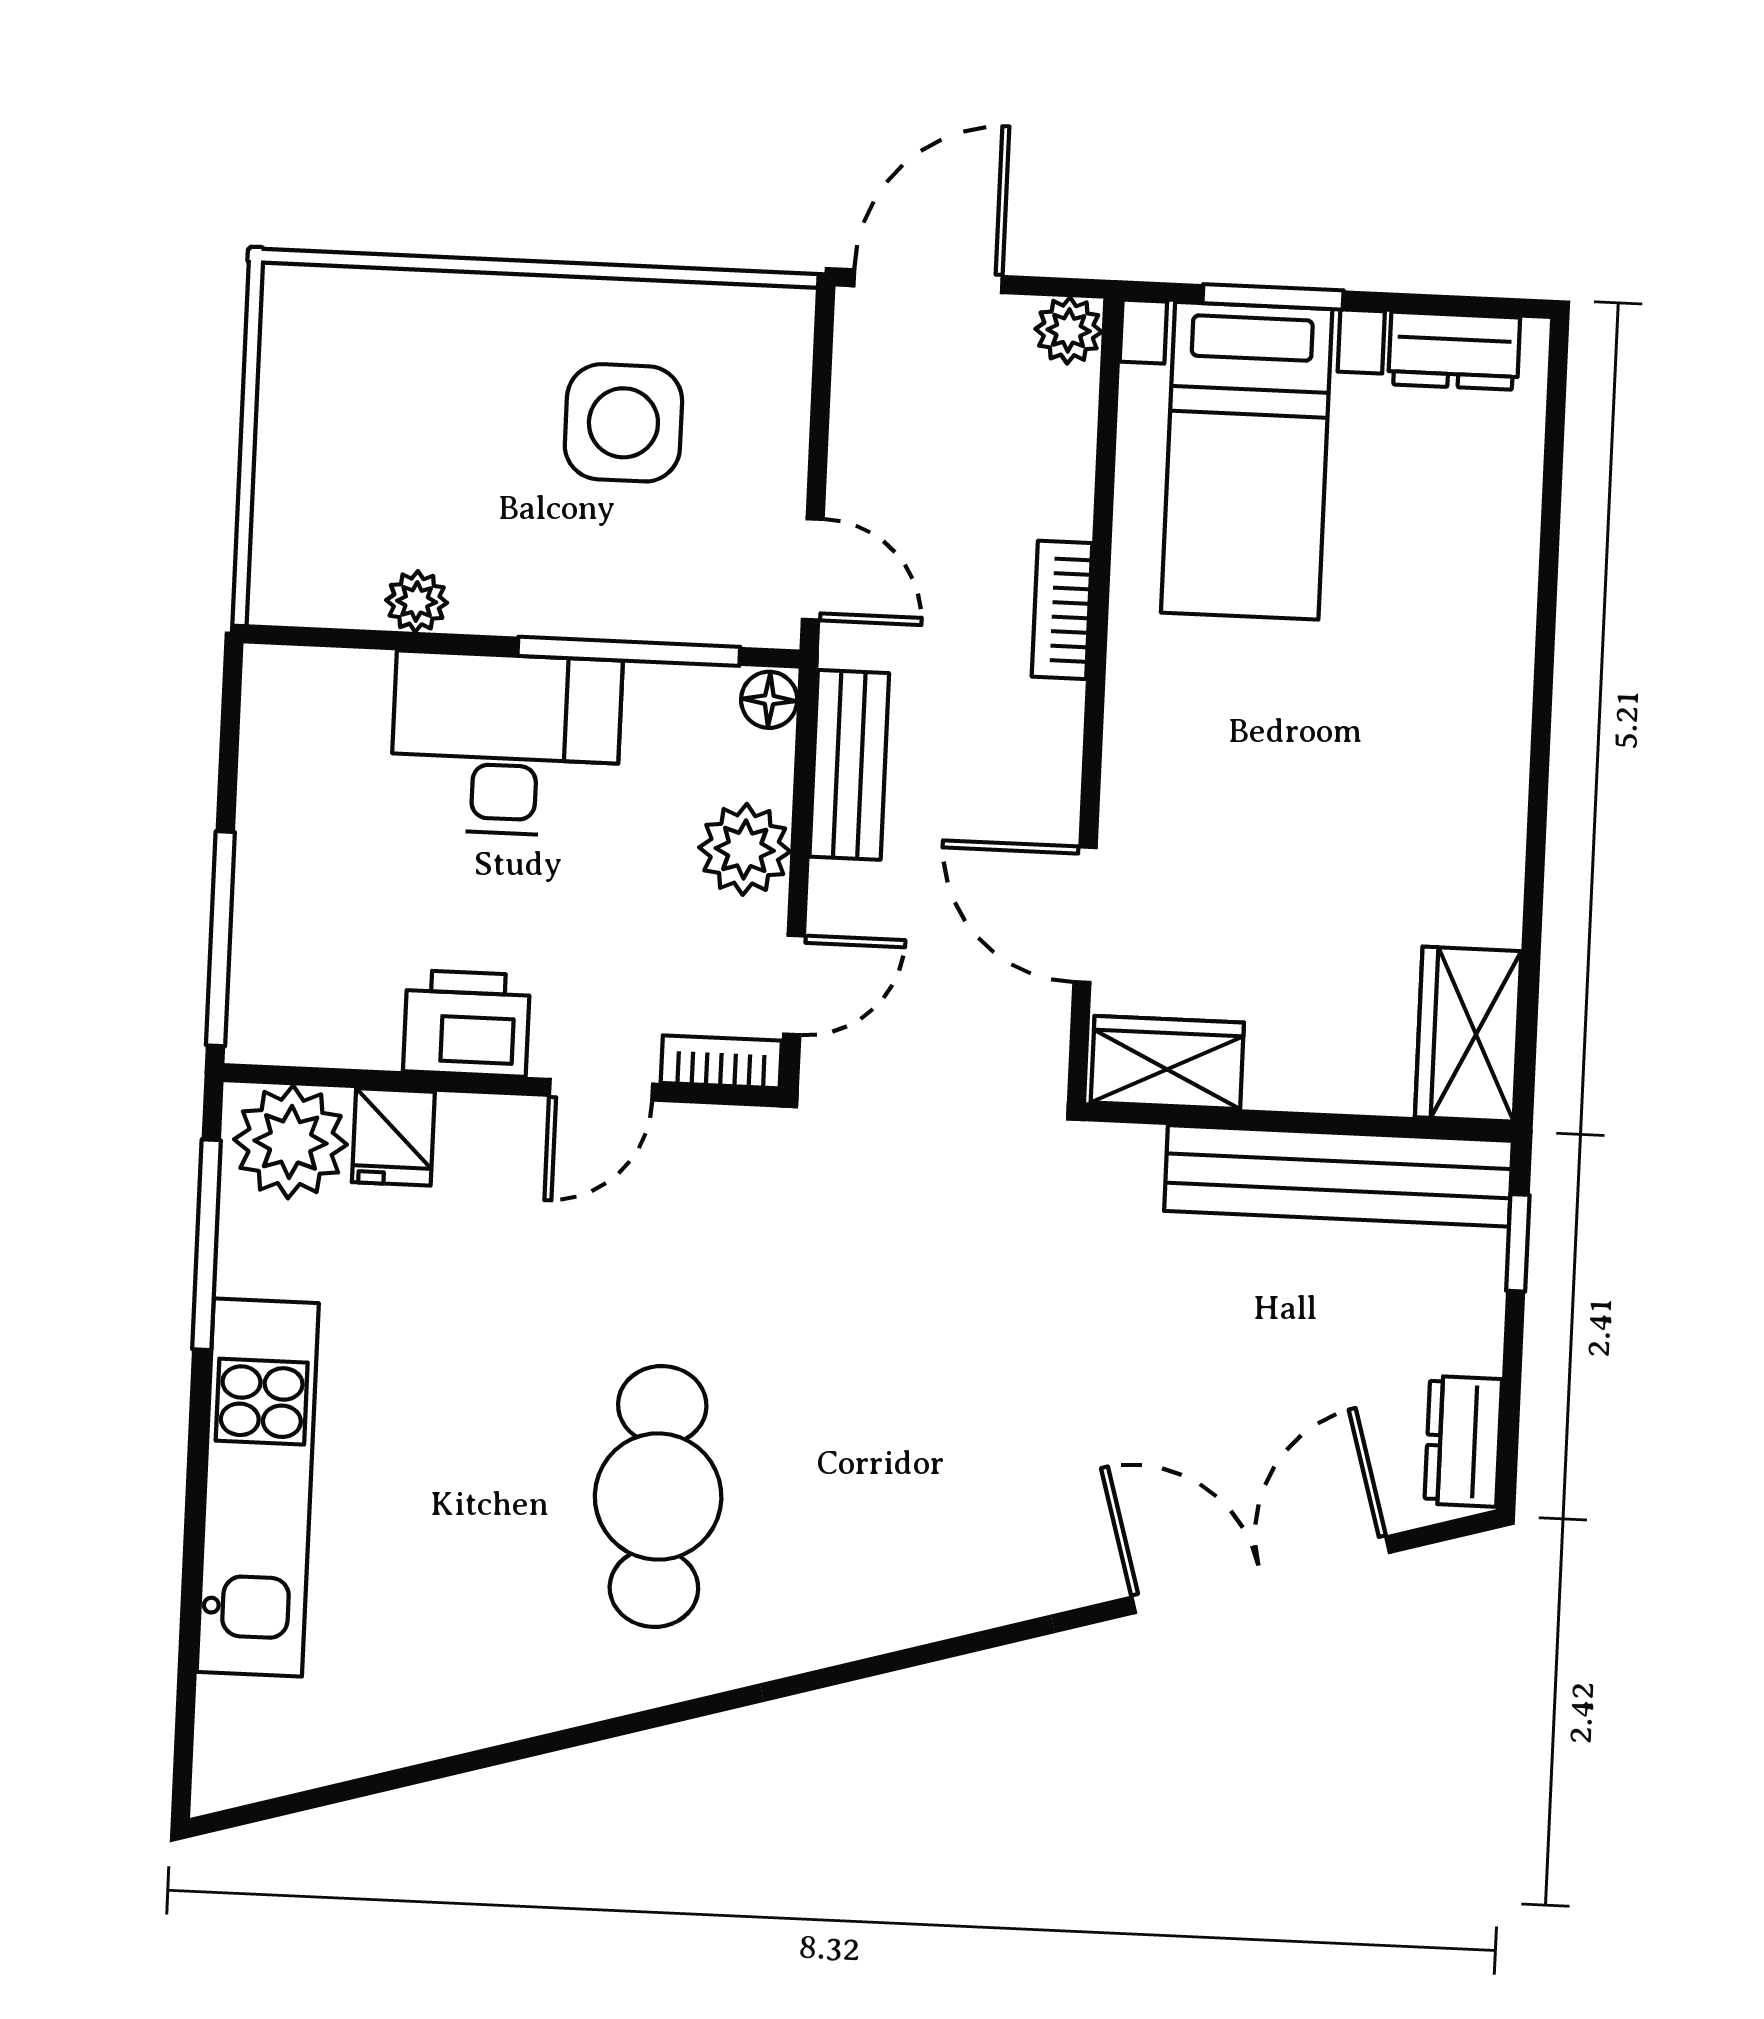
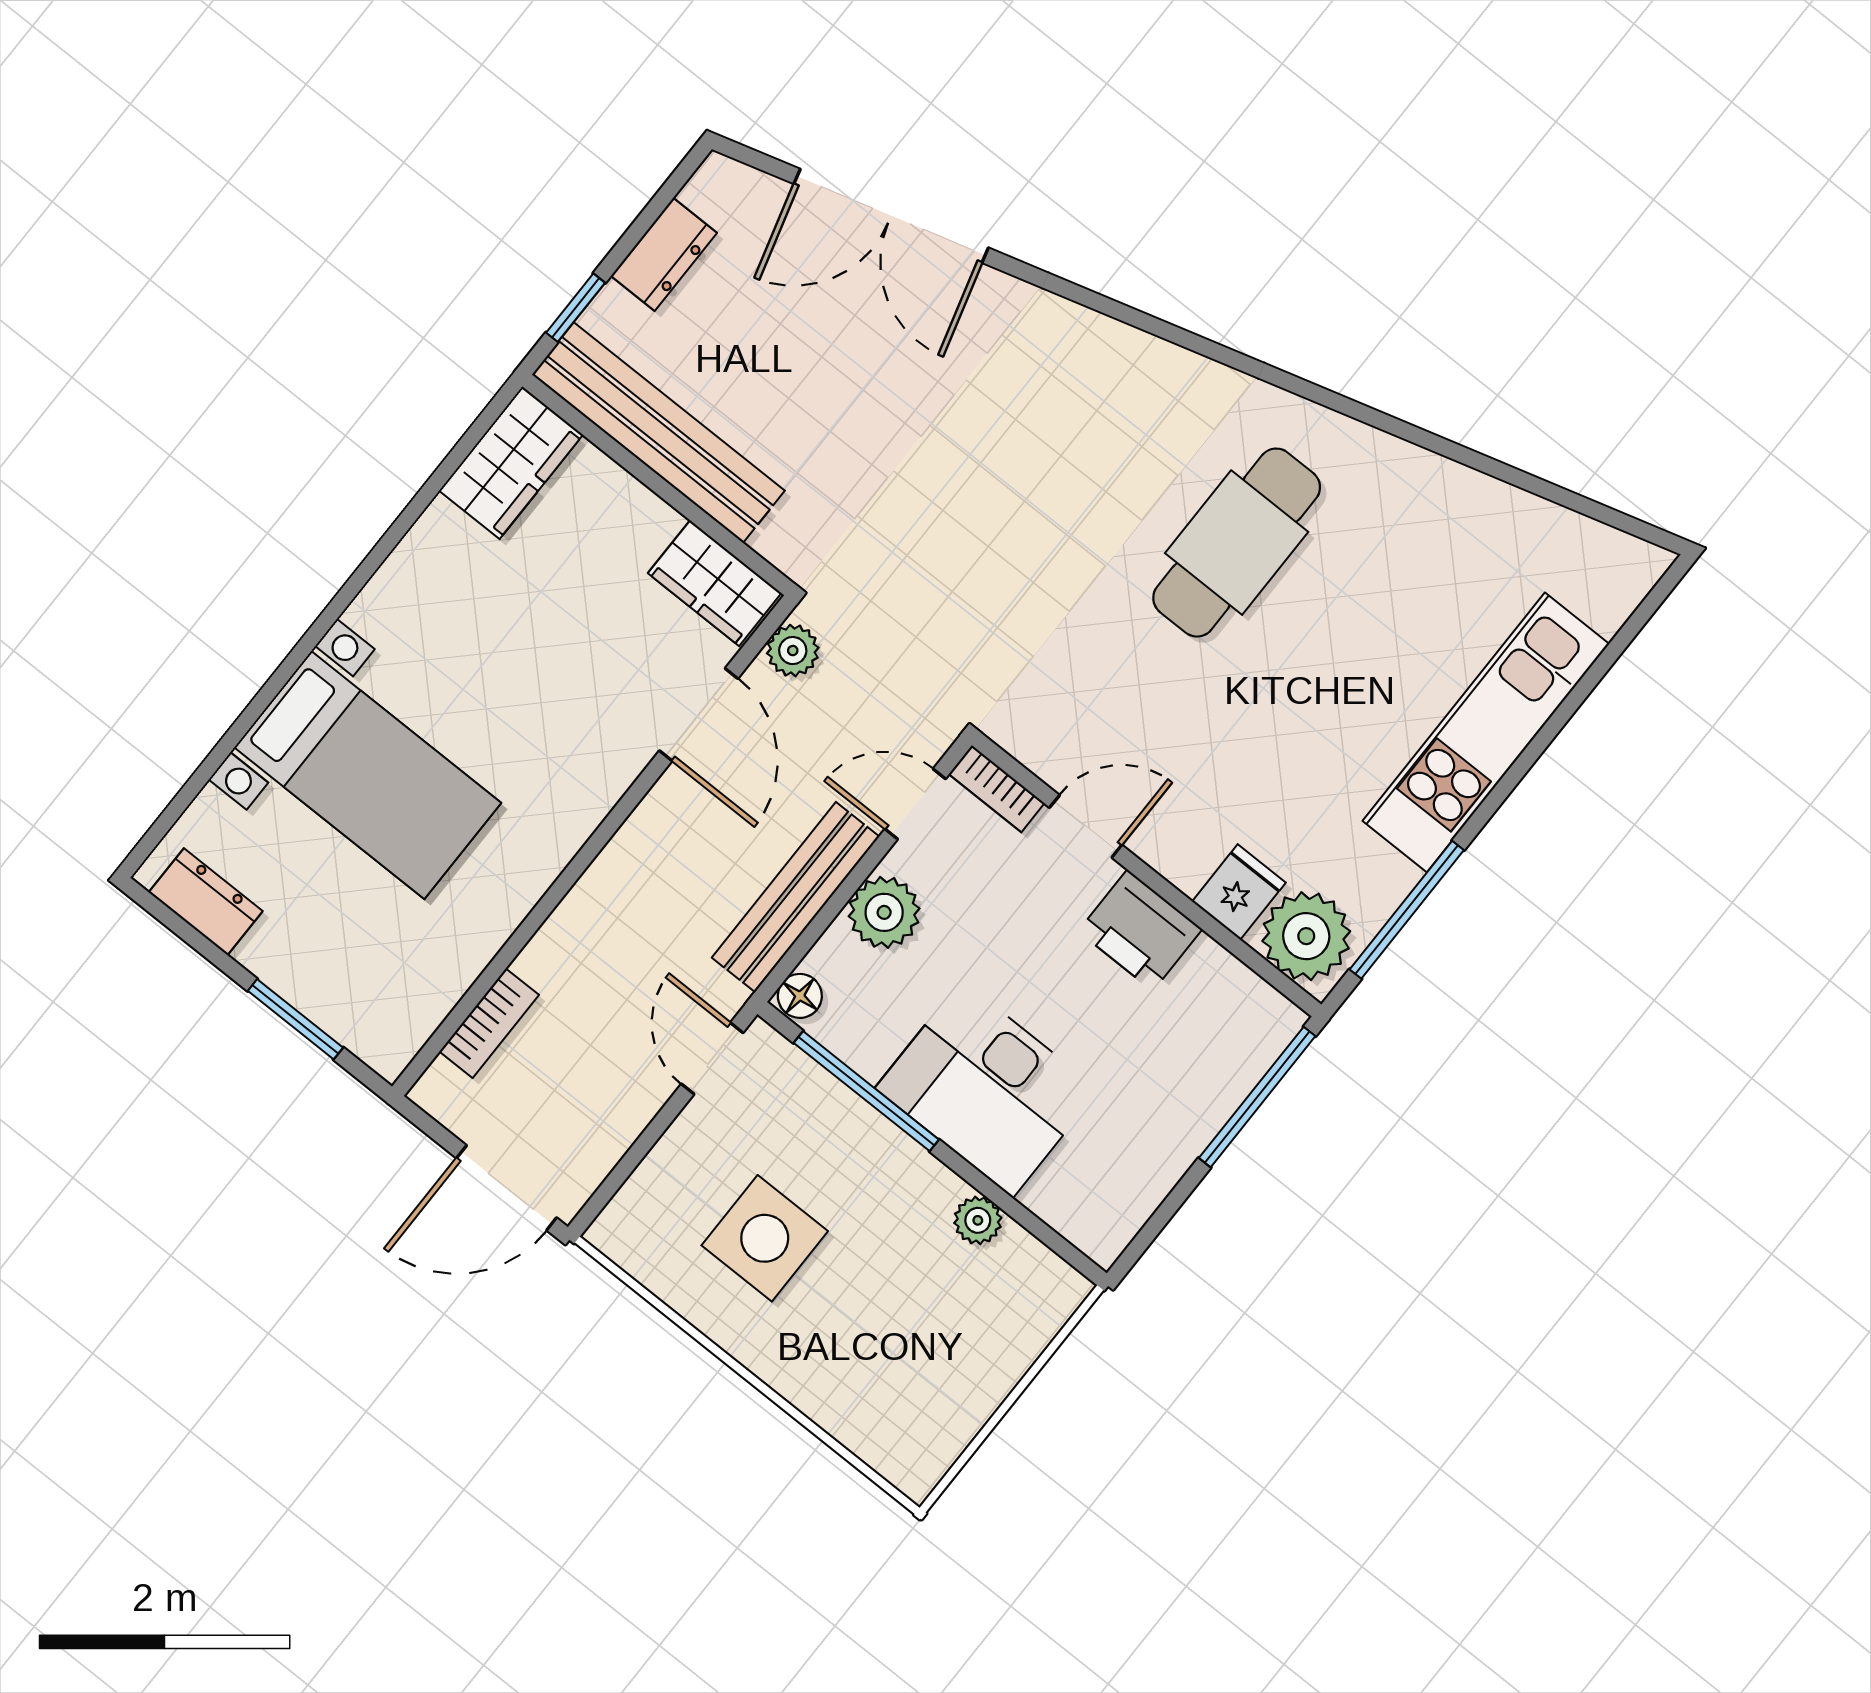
plant: (1069, 330) -> (793, 651), moved
bed with nightstands: (1247, 461) -> (368, 775), moved, turned 90
bookcase: (1062, 610) -> (489, 1023), moved
bench: (849, 765) -> (796, 897), width x1.36
dresser: (1463, 1441) -> (664, 254), moved

